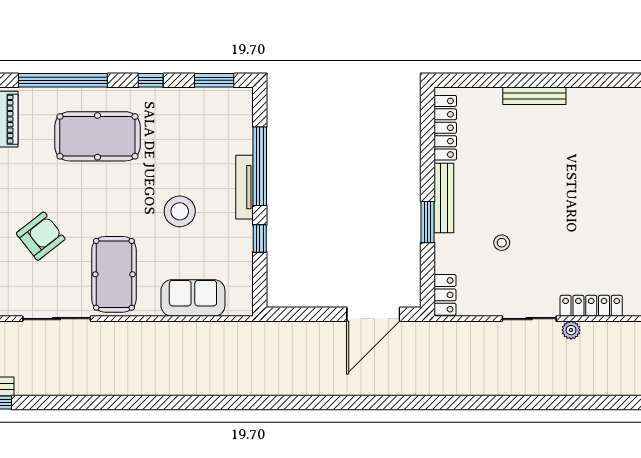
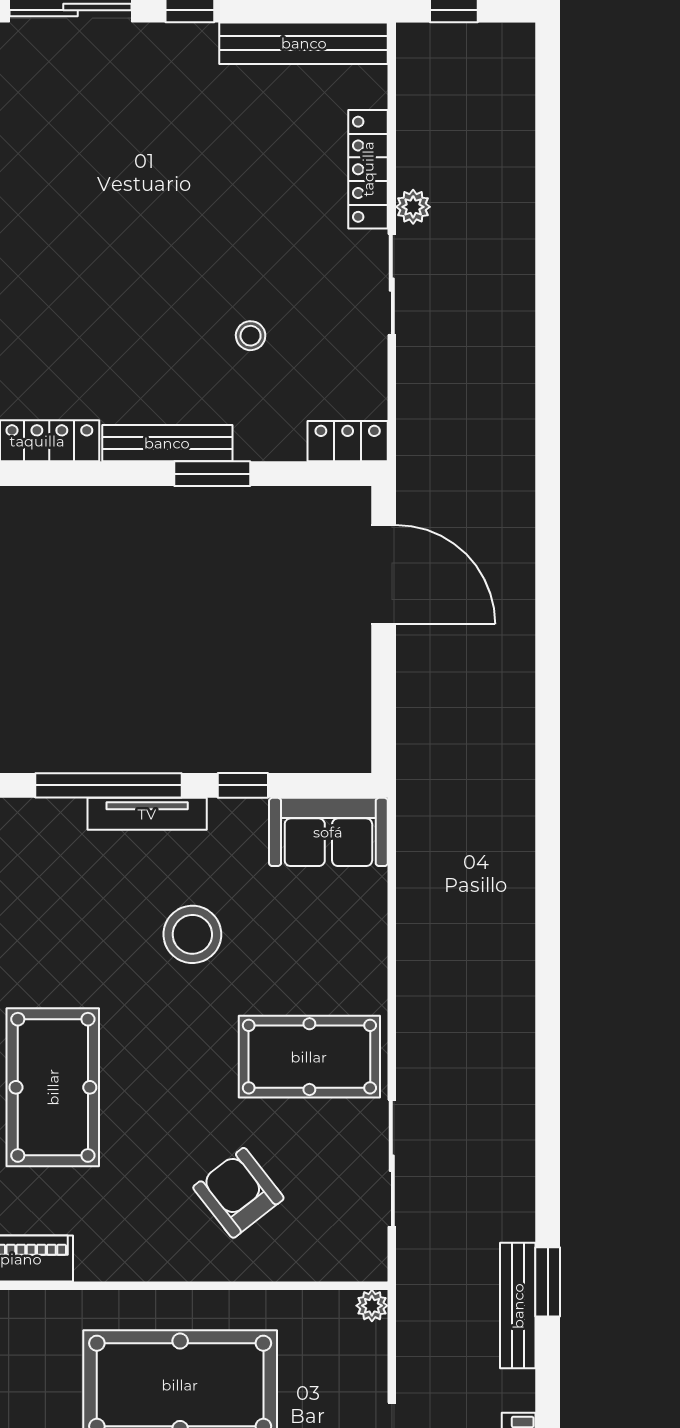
sofa: (193, 298) -> (328, 832), moved, turned -90

